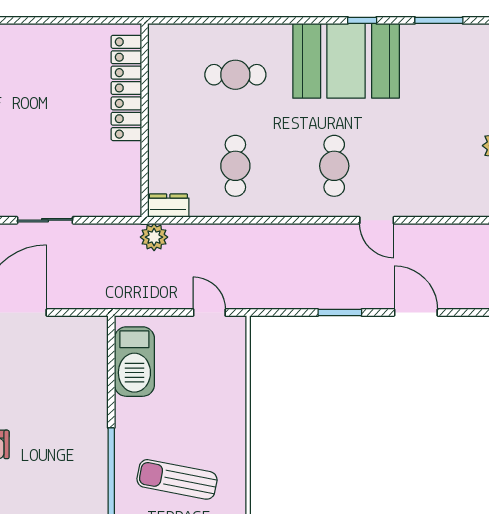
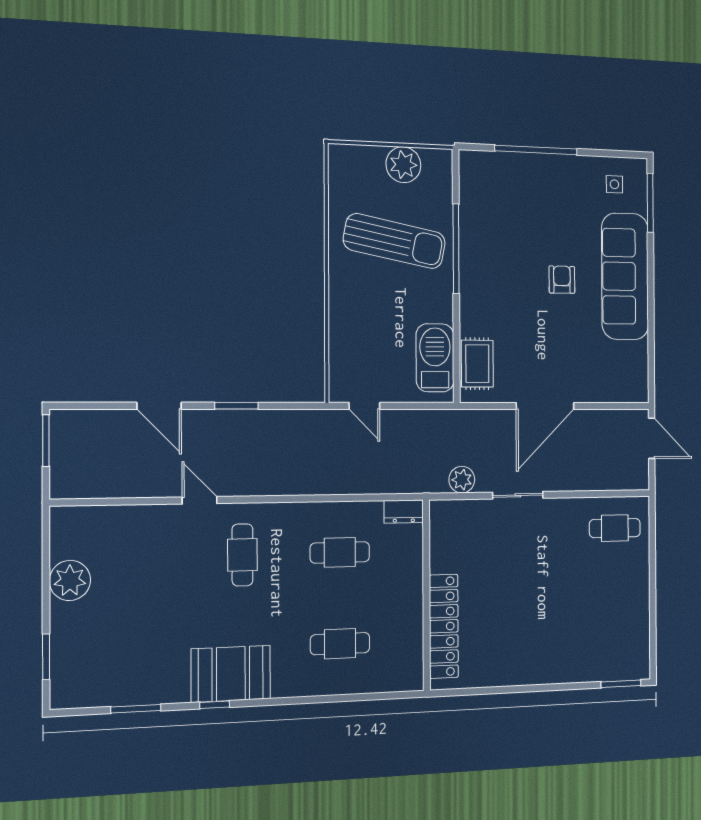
booth: (346, 61) -> (231, 674), width x0.73, depth x0.70
cafe table: (235, 166) -> (340, 552), turned 90
plant: (154, 237) -> (462, 480), moved
rug: (89, 356) -> (477, 364), added
sun lounger: (177, 479) -> (394, 241), width x1.36, depth x1.34

